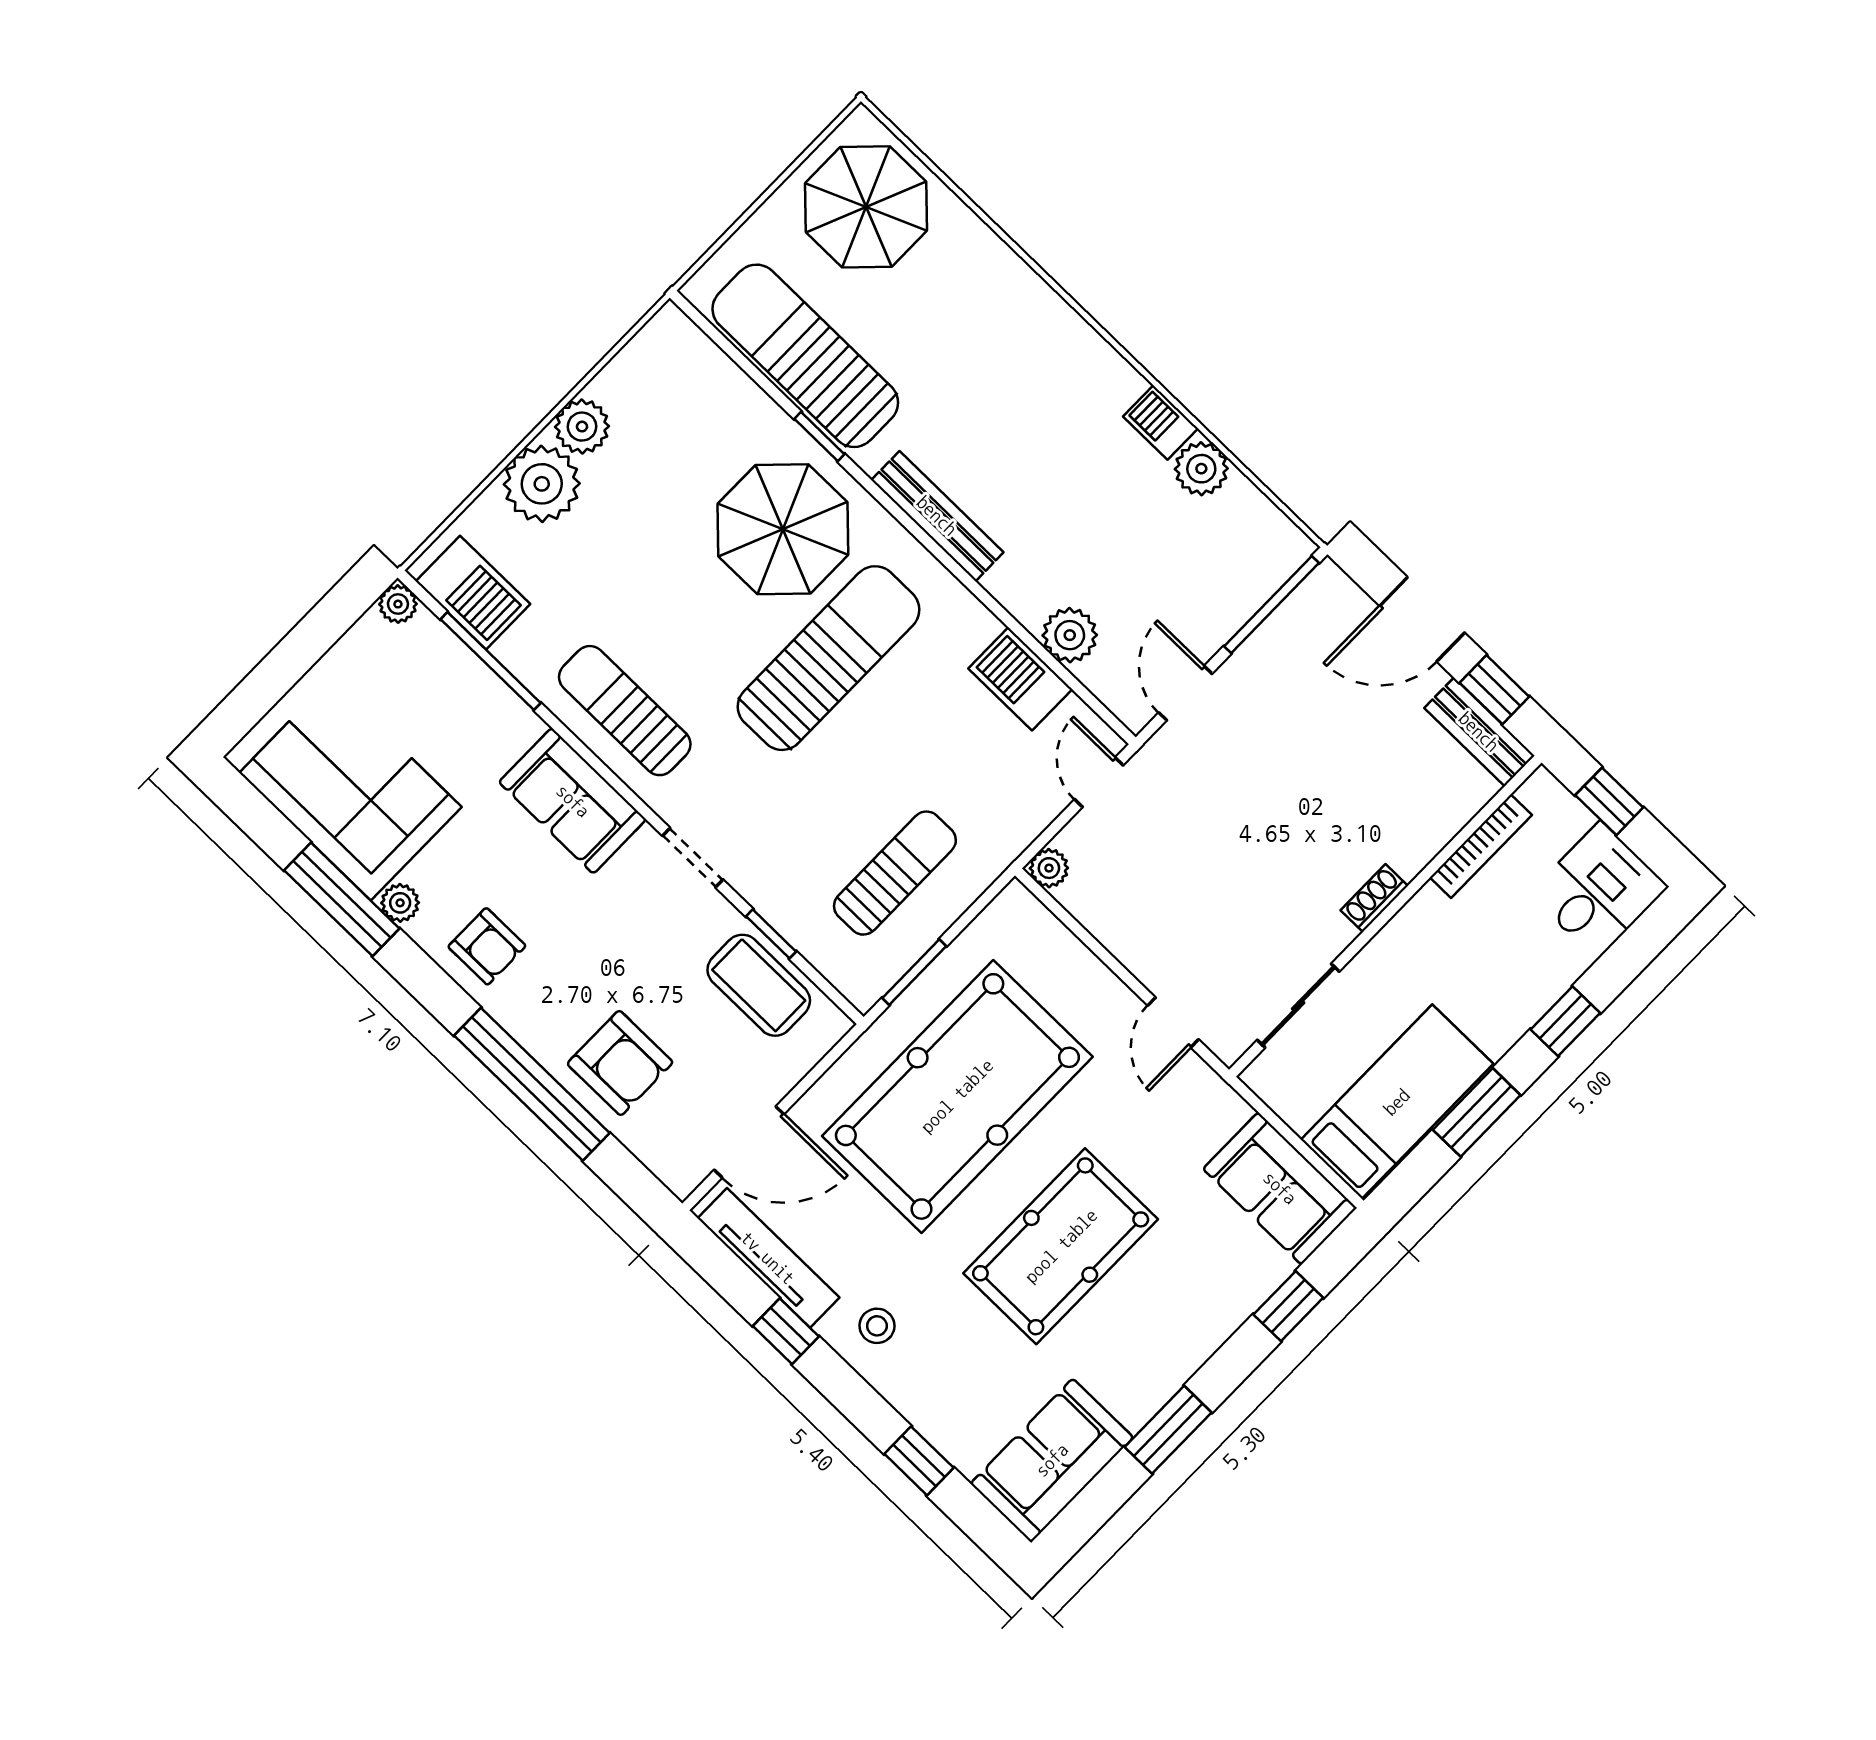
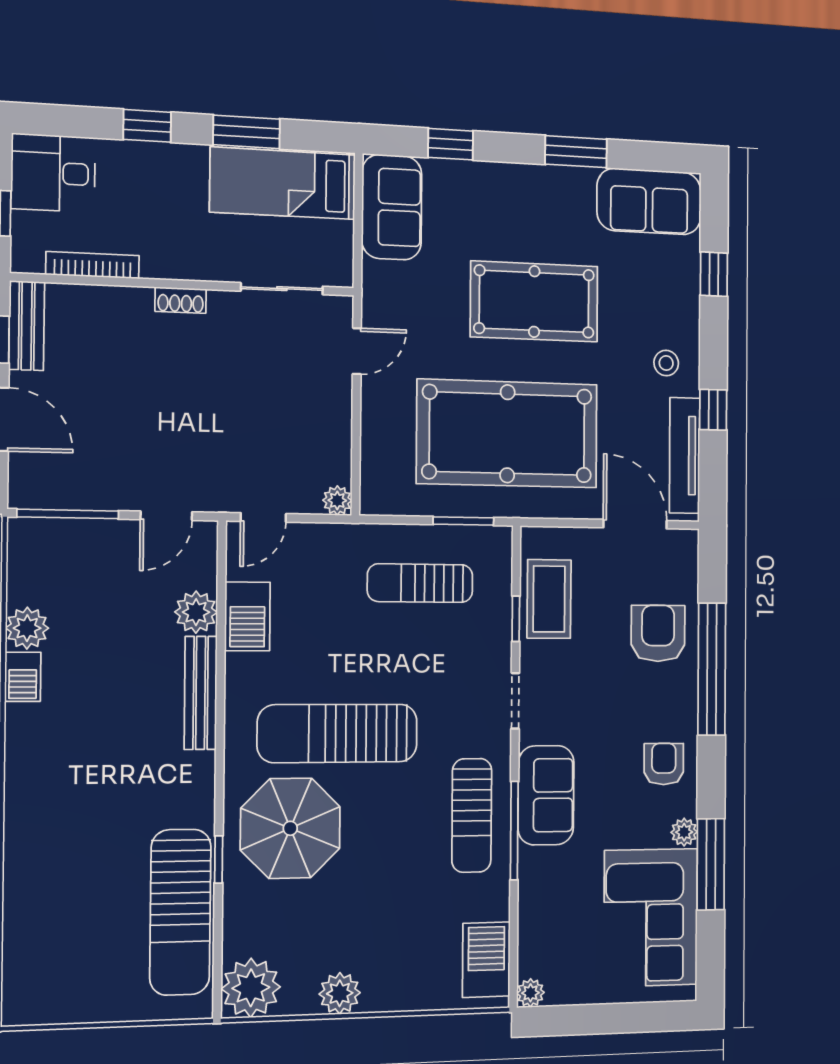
parasol: (866, 207) -> (61, 963), removed
plant: (542, 484) -> (251, 988), moved
bench: (937, 516) -> (201, 693), moved
window: (491, 661) -> (514, 831), moved

